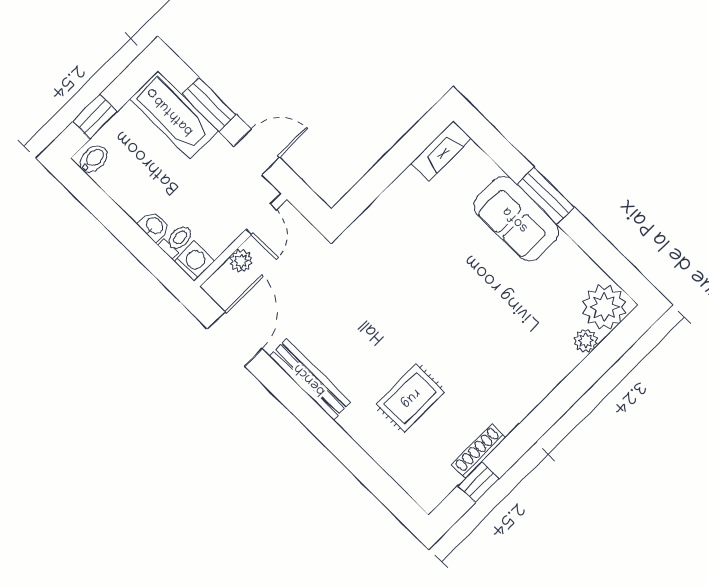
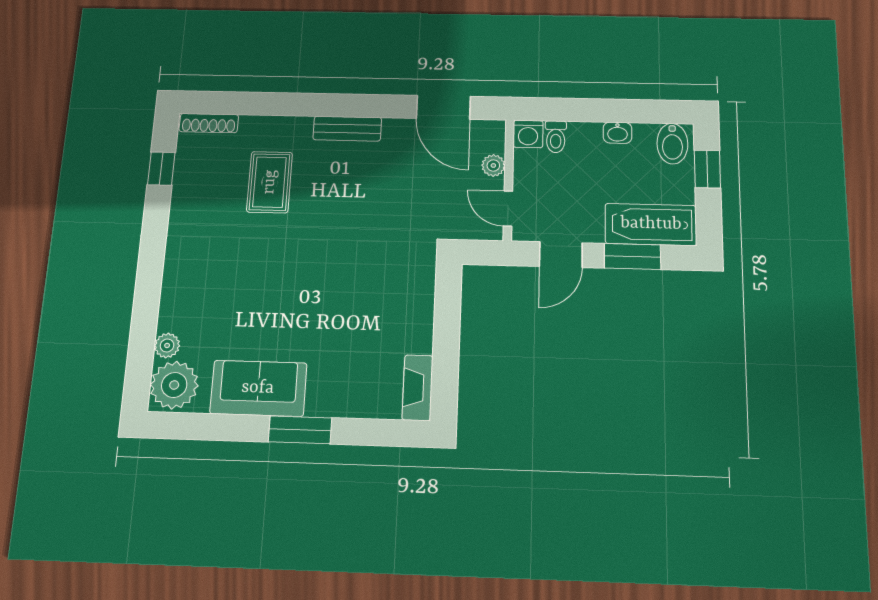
bidet: (93, 159) -> (672, 144), width x1.38, depth x1.36
sofa: (516, 219) -> (258, 388), moved
washbasin: (154, 226) -> (617, 133), moved
bench: (310, 379) -> (347, 129), width x0.73
shoe rack: (479, 451) -> (209, 123), moved, turned 90

